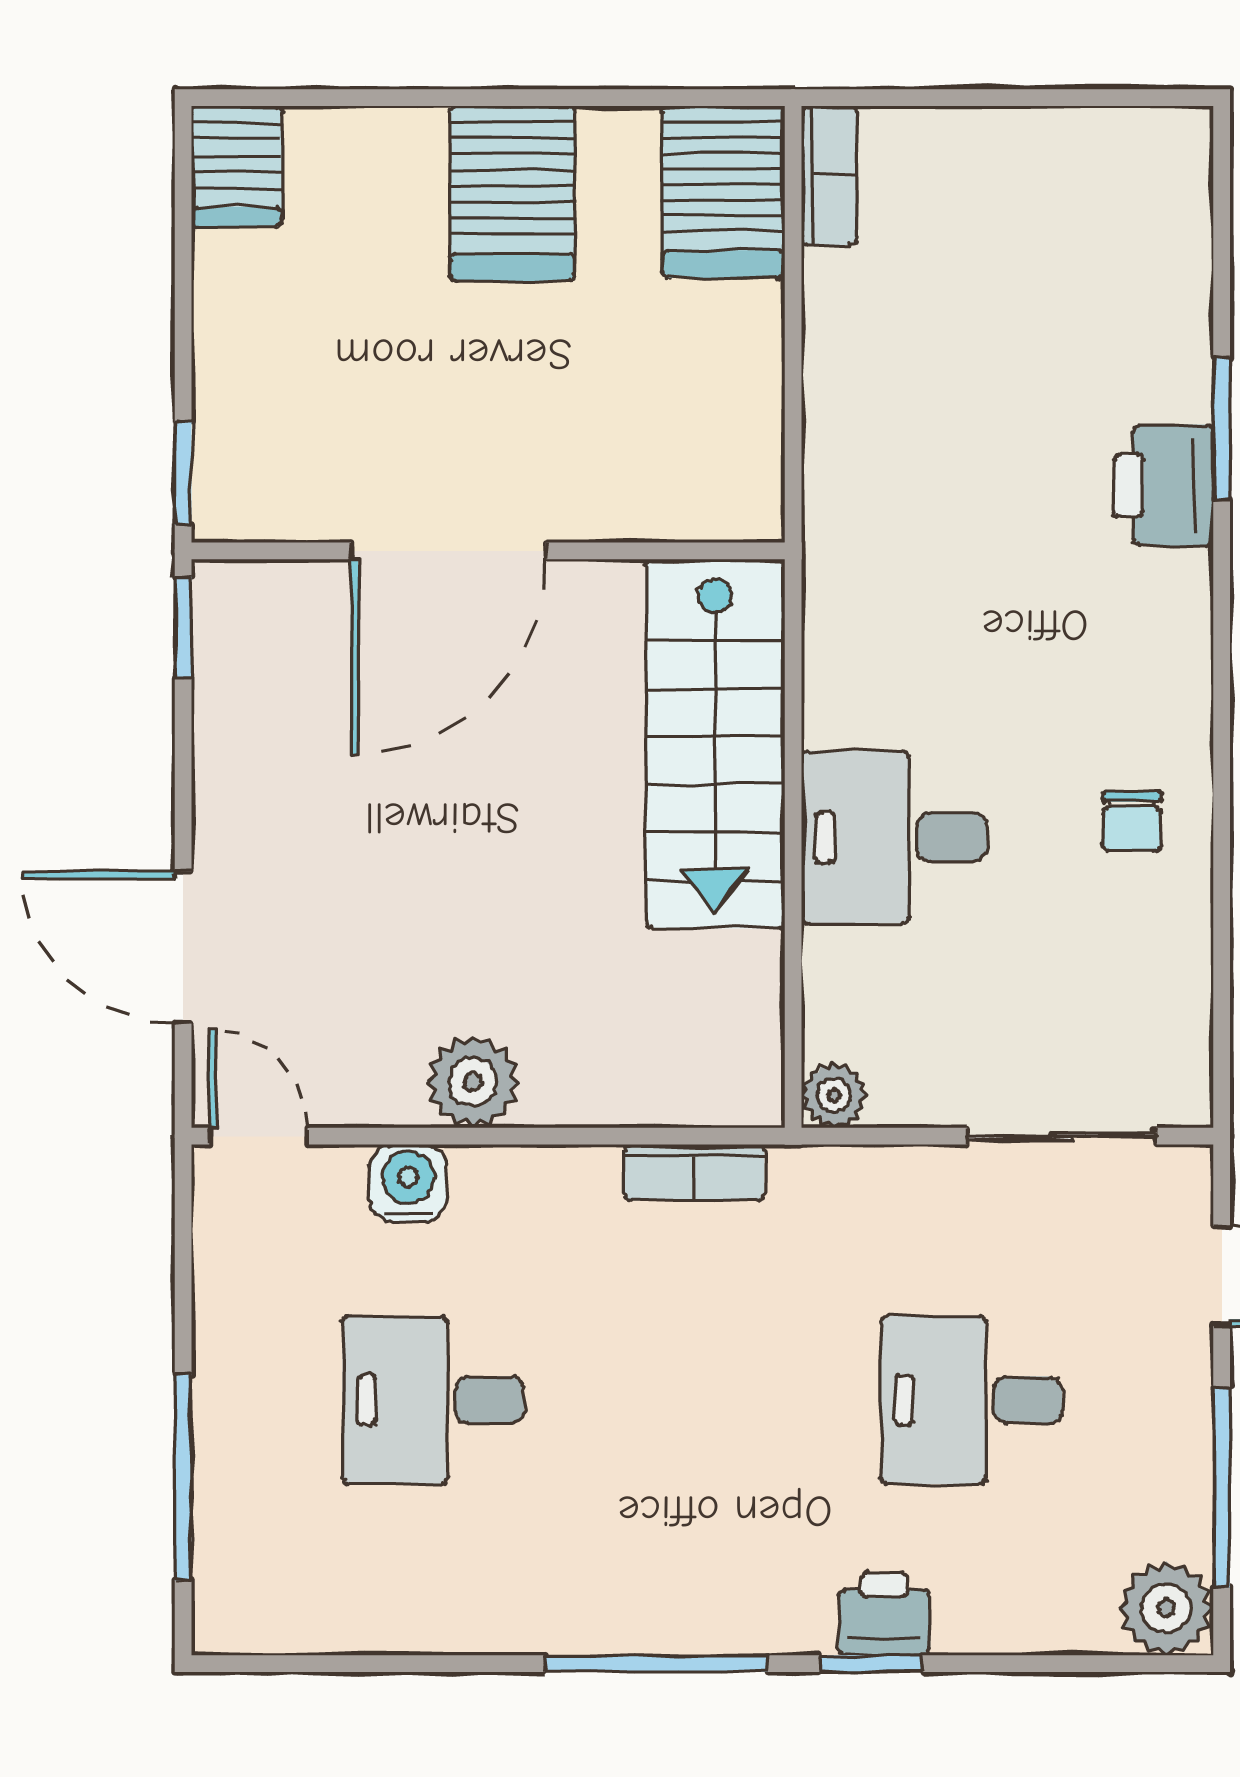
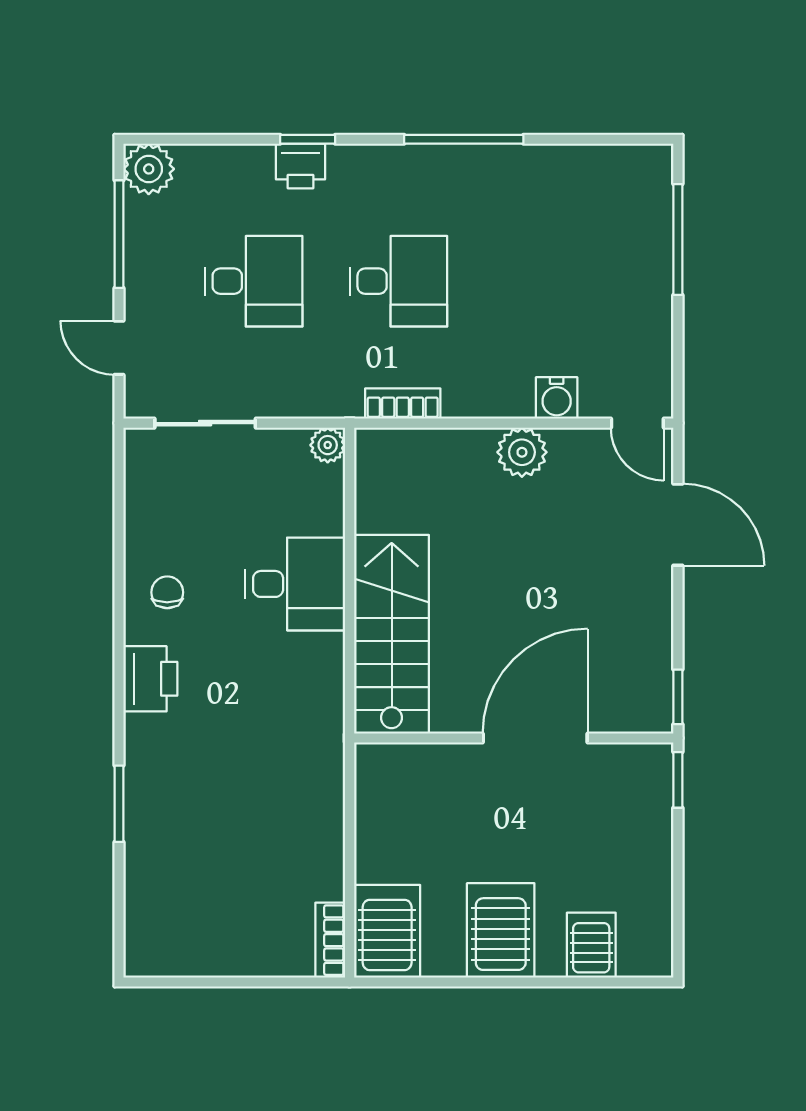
server rack: (237, 166) -> (591, 945), moved
printer: (1163, 485) -> (150, 679), moved
desk: (433, 1400) -> (398, 281), moved
window: (656, 1664) -> (464, 139), moved

